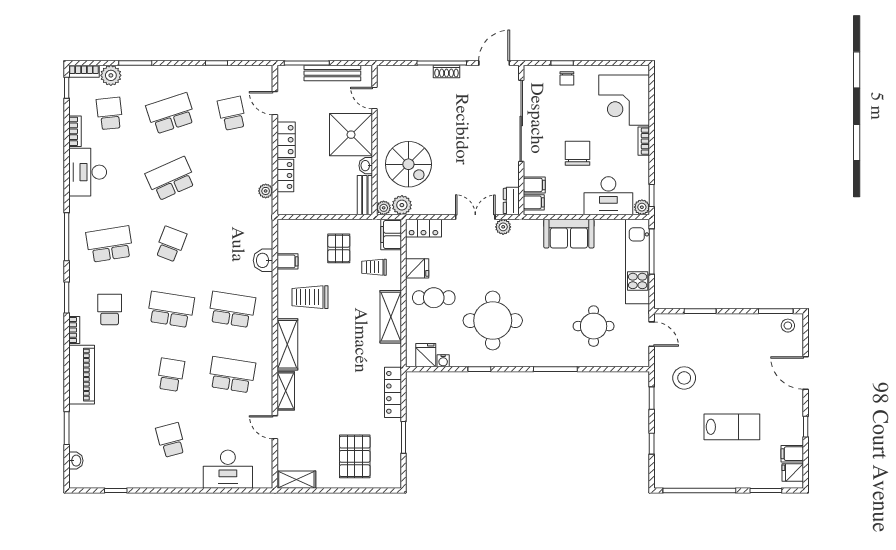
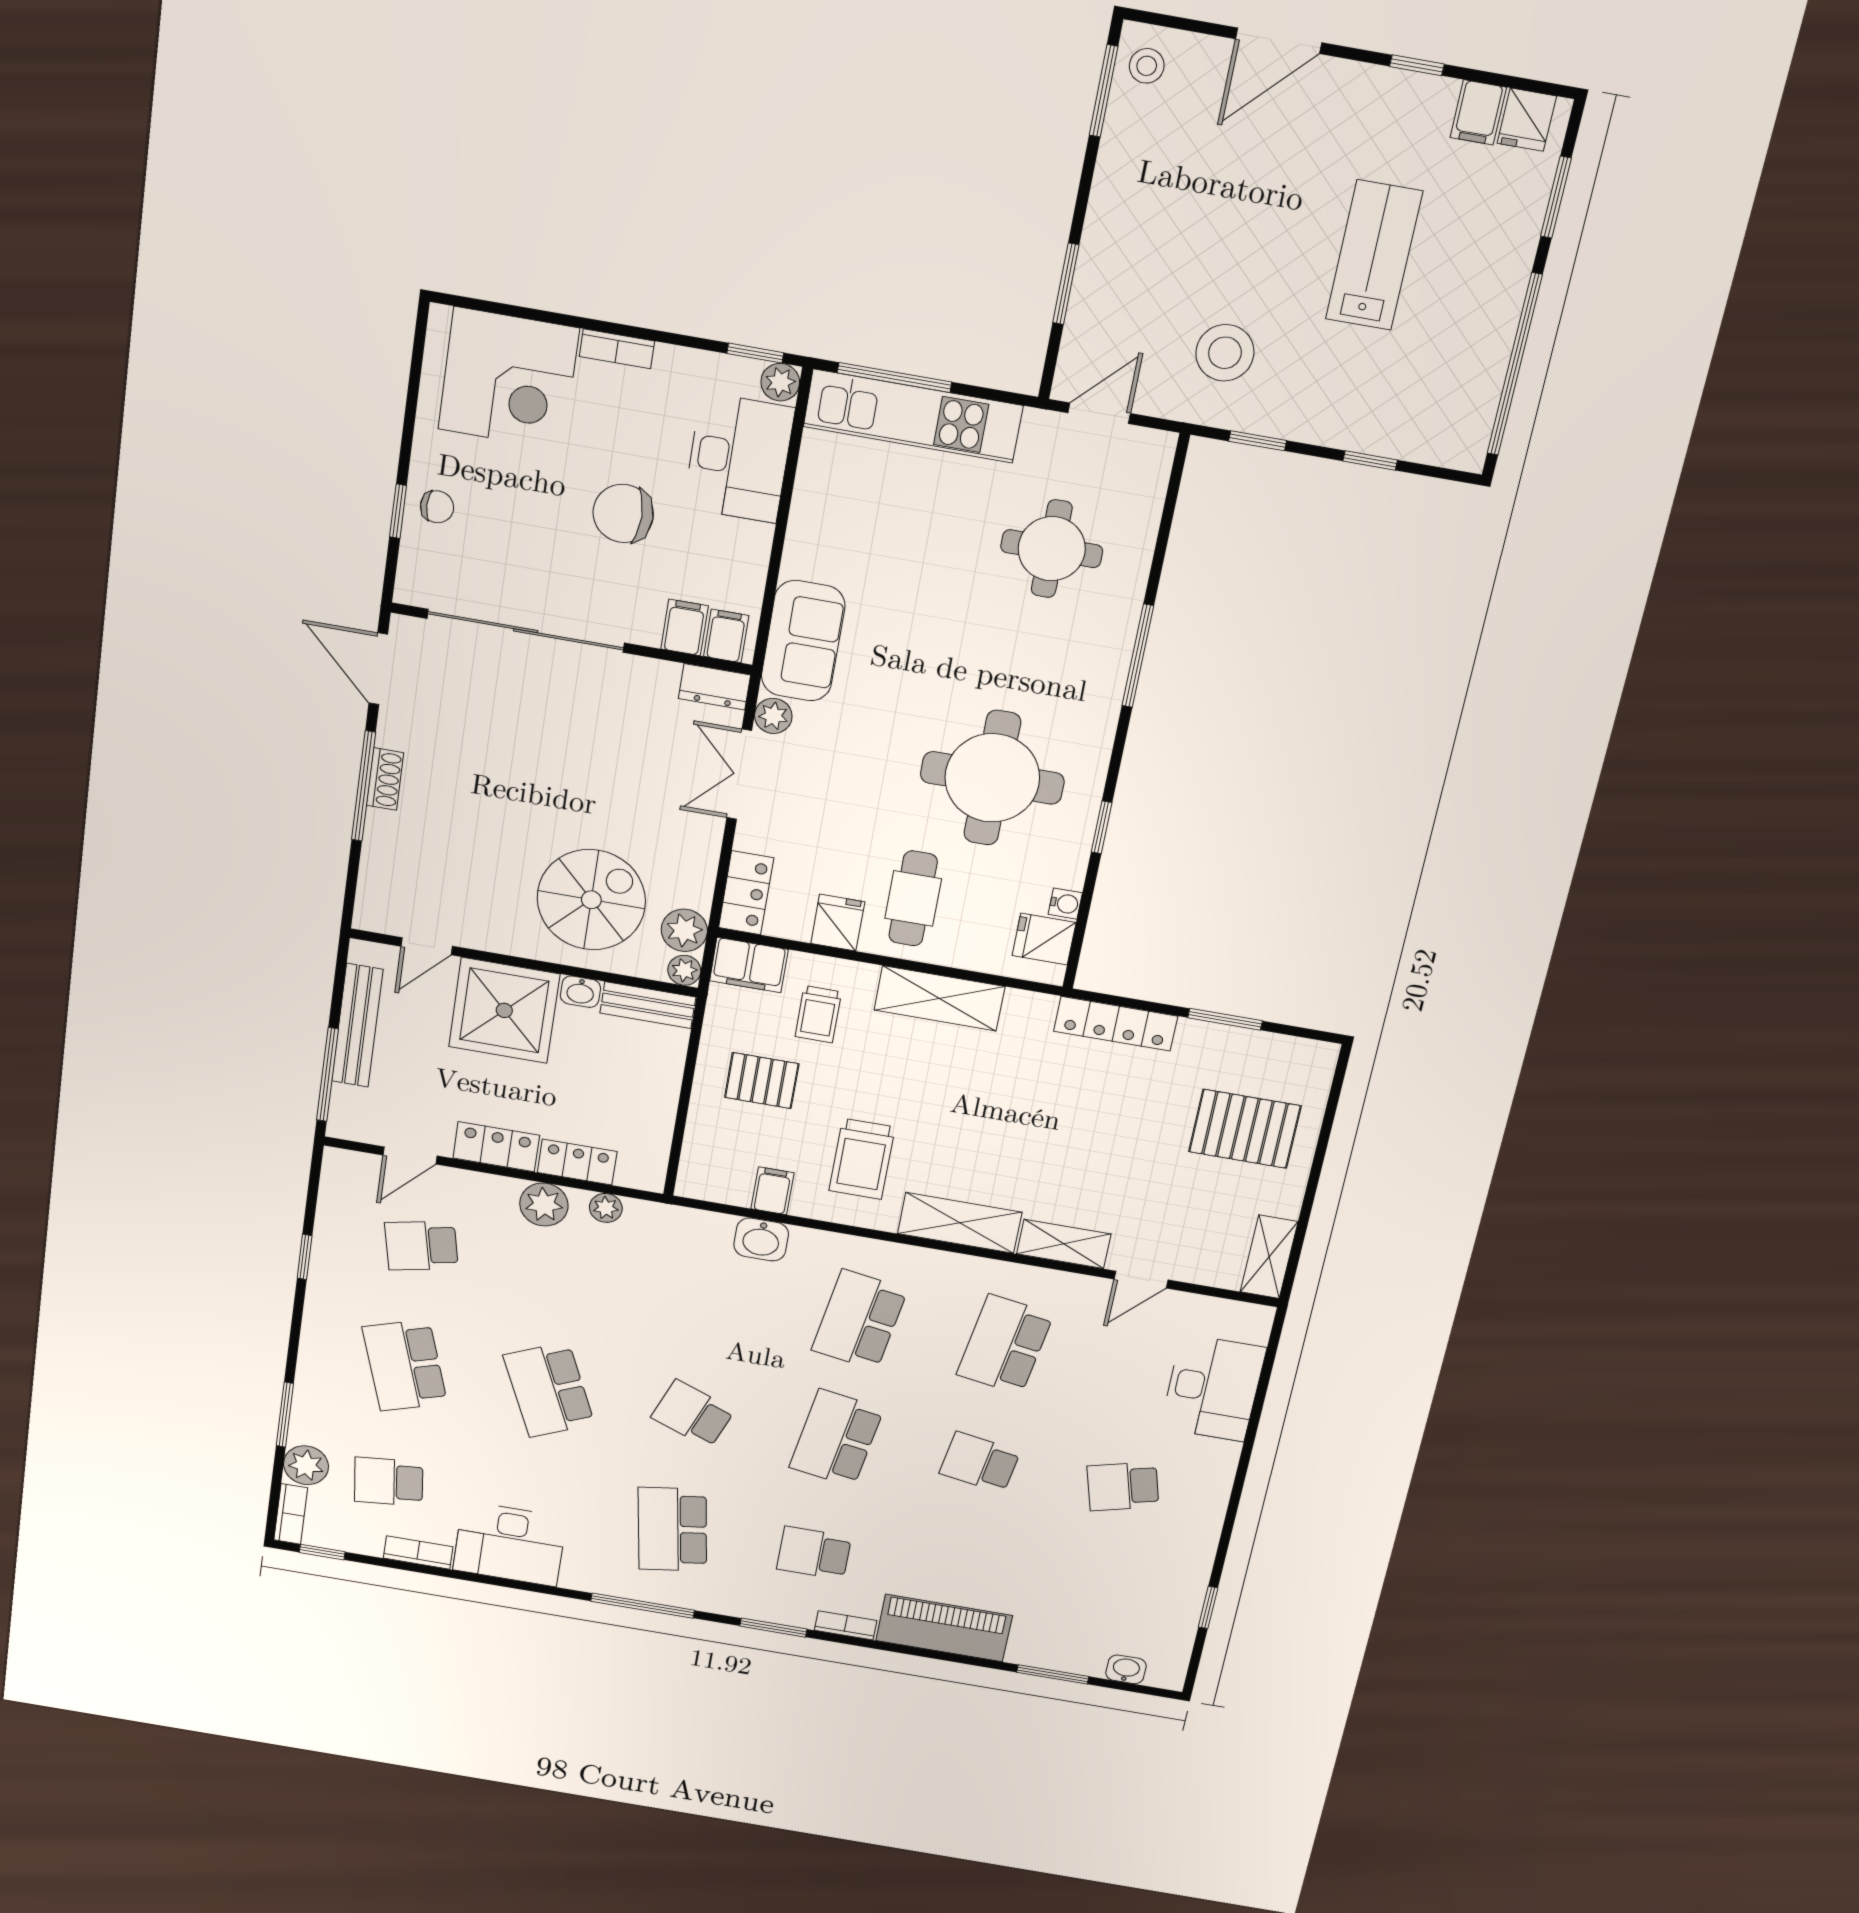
plant: (262, 164) -> (544, 1205), added
sofa: (569, 234) -> (803, 641), moved

